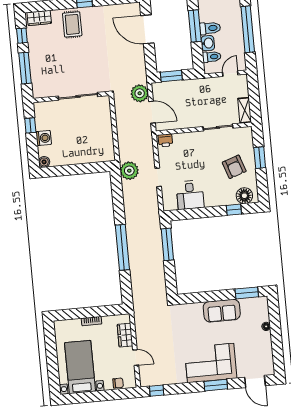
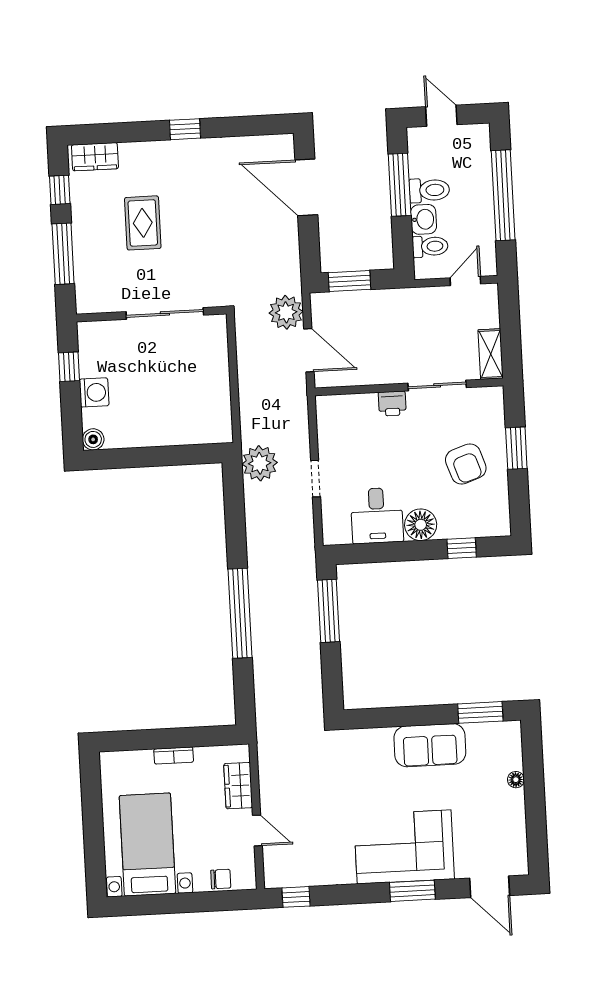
rug: (72, 24) -> (143, 223), moved
printer: (165, 140) -> (392, 404), moved
floor lamp: (244, 196) -> (421, 525), moved

